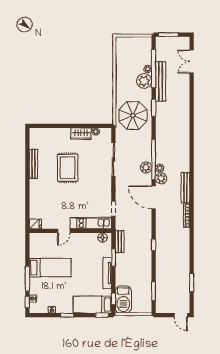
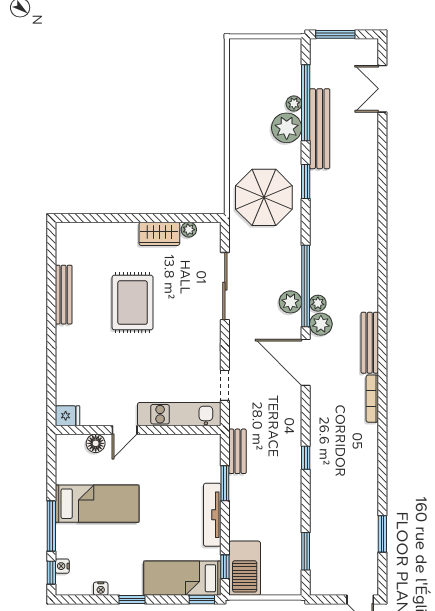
floor lamp: (103, 238) -> (96, 443), moved

